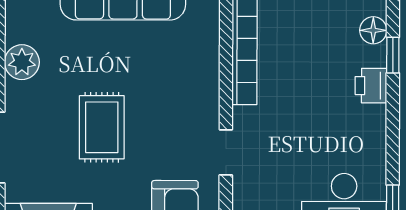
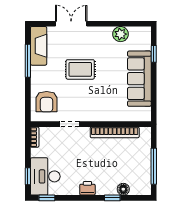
plant: (22, 62) -> (121, 34), moved
printer: (371, 86) -> (87, 188), moved

